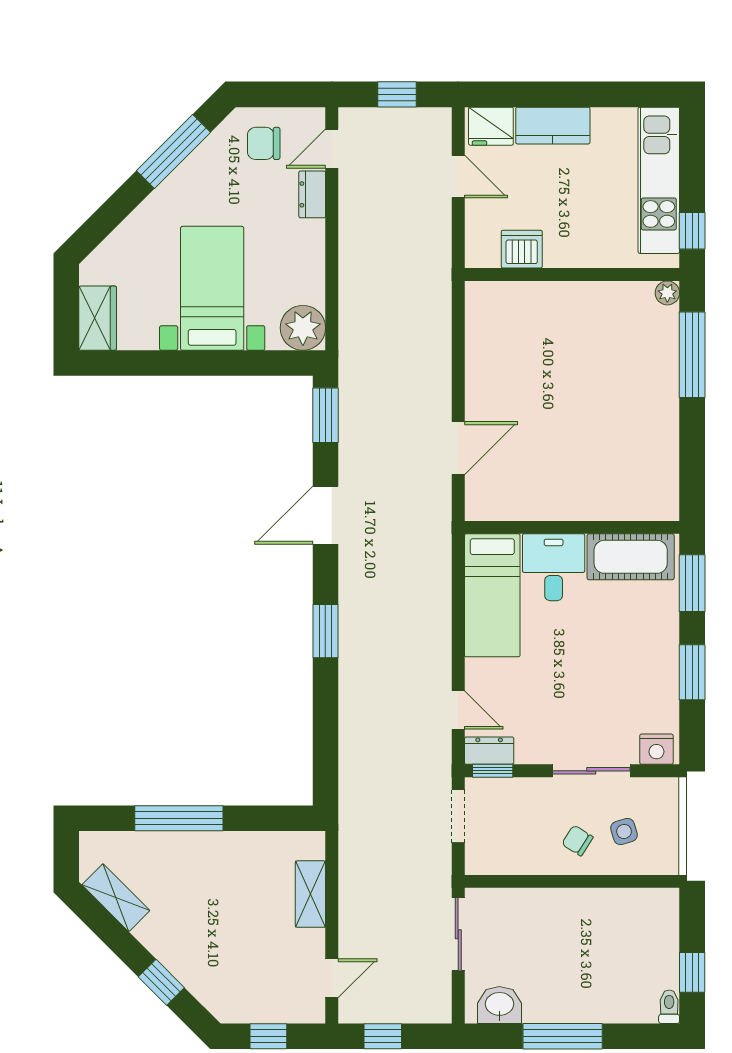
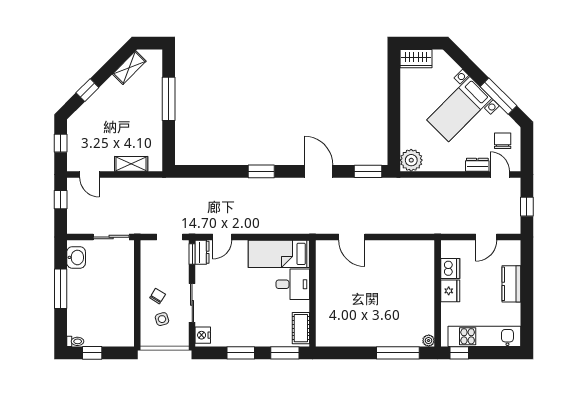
fridge: (491, 126) -> (450, 291), moved, turned 180
bed with nightstands: (212, 288) -> (459, 109), moved, turned 135
cot: (631, 557) -> (301, 328), width x0.73, depth x0.75

